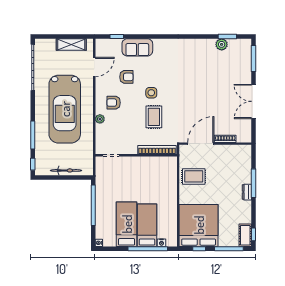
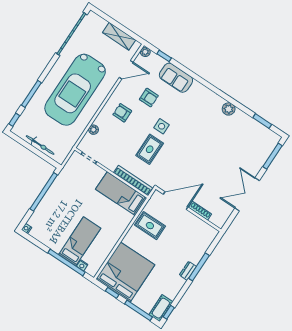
plant: (100, 43) -> (145, 52), added
plant: (222, 44) -> (229, 109), moved
plant: (100, 119) -> (94, 130), moved
bed: (127, 224) -> (121, 194), moved, turned -90

